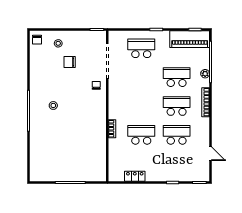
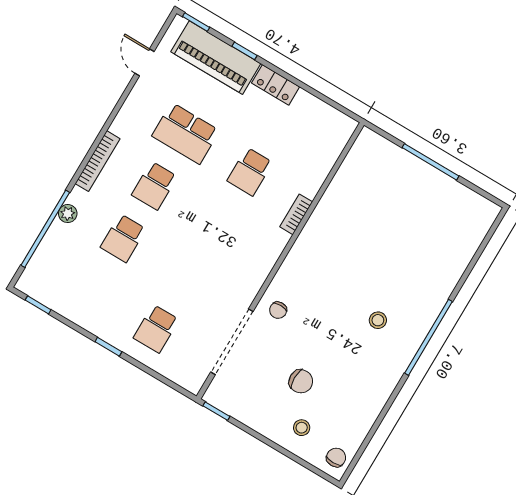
piano: (190, 39) -> (216, 58), moved, turned 180
school desk: (141, 48) -> (156, 329), width x0.54
school desk: (177, 77) -> (123, 238), width x0.54
school desk: (177, 106) -> (154, 186), width x0.54
school desk: (141, 135) -> (250, 172), width x0.54
locker: (135, 176) -> (276, 85), moved

